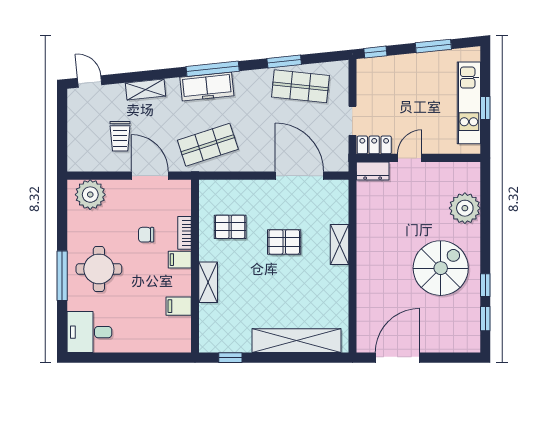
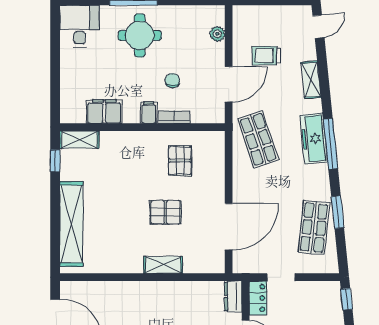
plant: (90, 195) -> (217, 34), width x0.53, depth x0.53
pallet: (284, 242) -> (165, 212), turned 90
shelving: (208, 282) -> (79, 140), moved
filing cabinet: (179, 306) -> (104, 111), width x2.00

